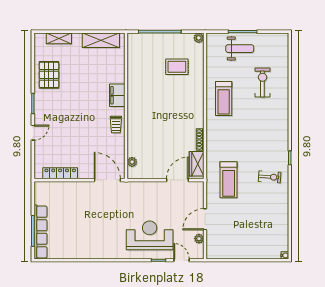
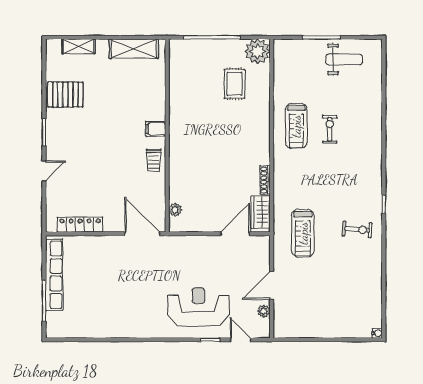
plant: (199, 38) -> (258, 51), width x1.88, depth x1.88
weight bench: (240, 49) -> (344, 59), moved
rug: (177, 67) -> (234, 84), turned 90
pallet: (49, 75) -> (65, 95), turned 90
exercise bike: (262, 83) -> (330, 129), moved, width x0.73, depth x0.72
filing cabinet: (117, 95) -> (156, 129), width x0.50
row of seats: (40, 232) -> (54, 275), moved

